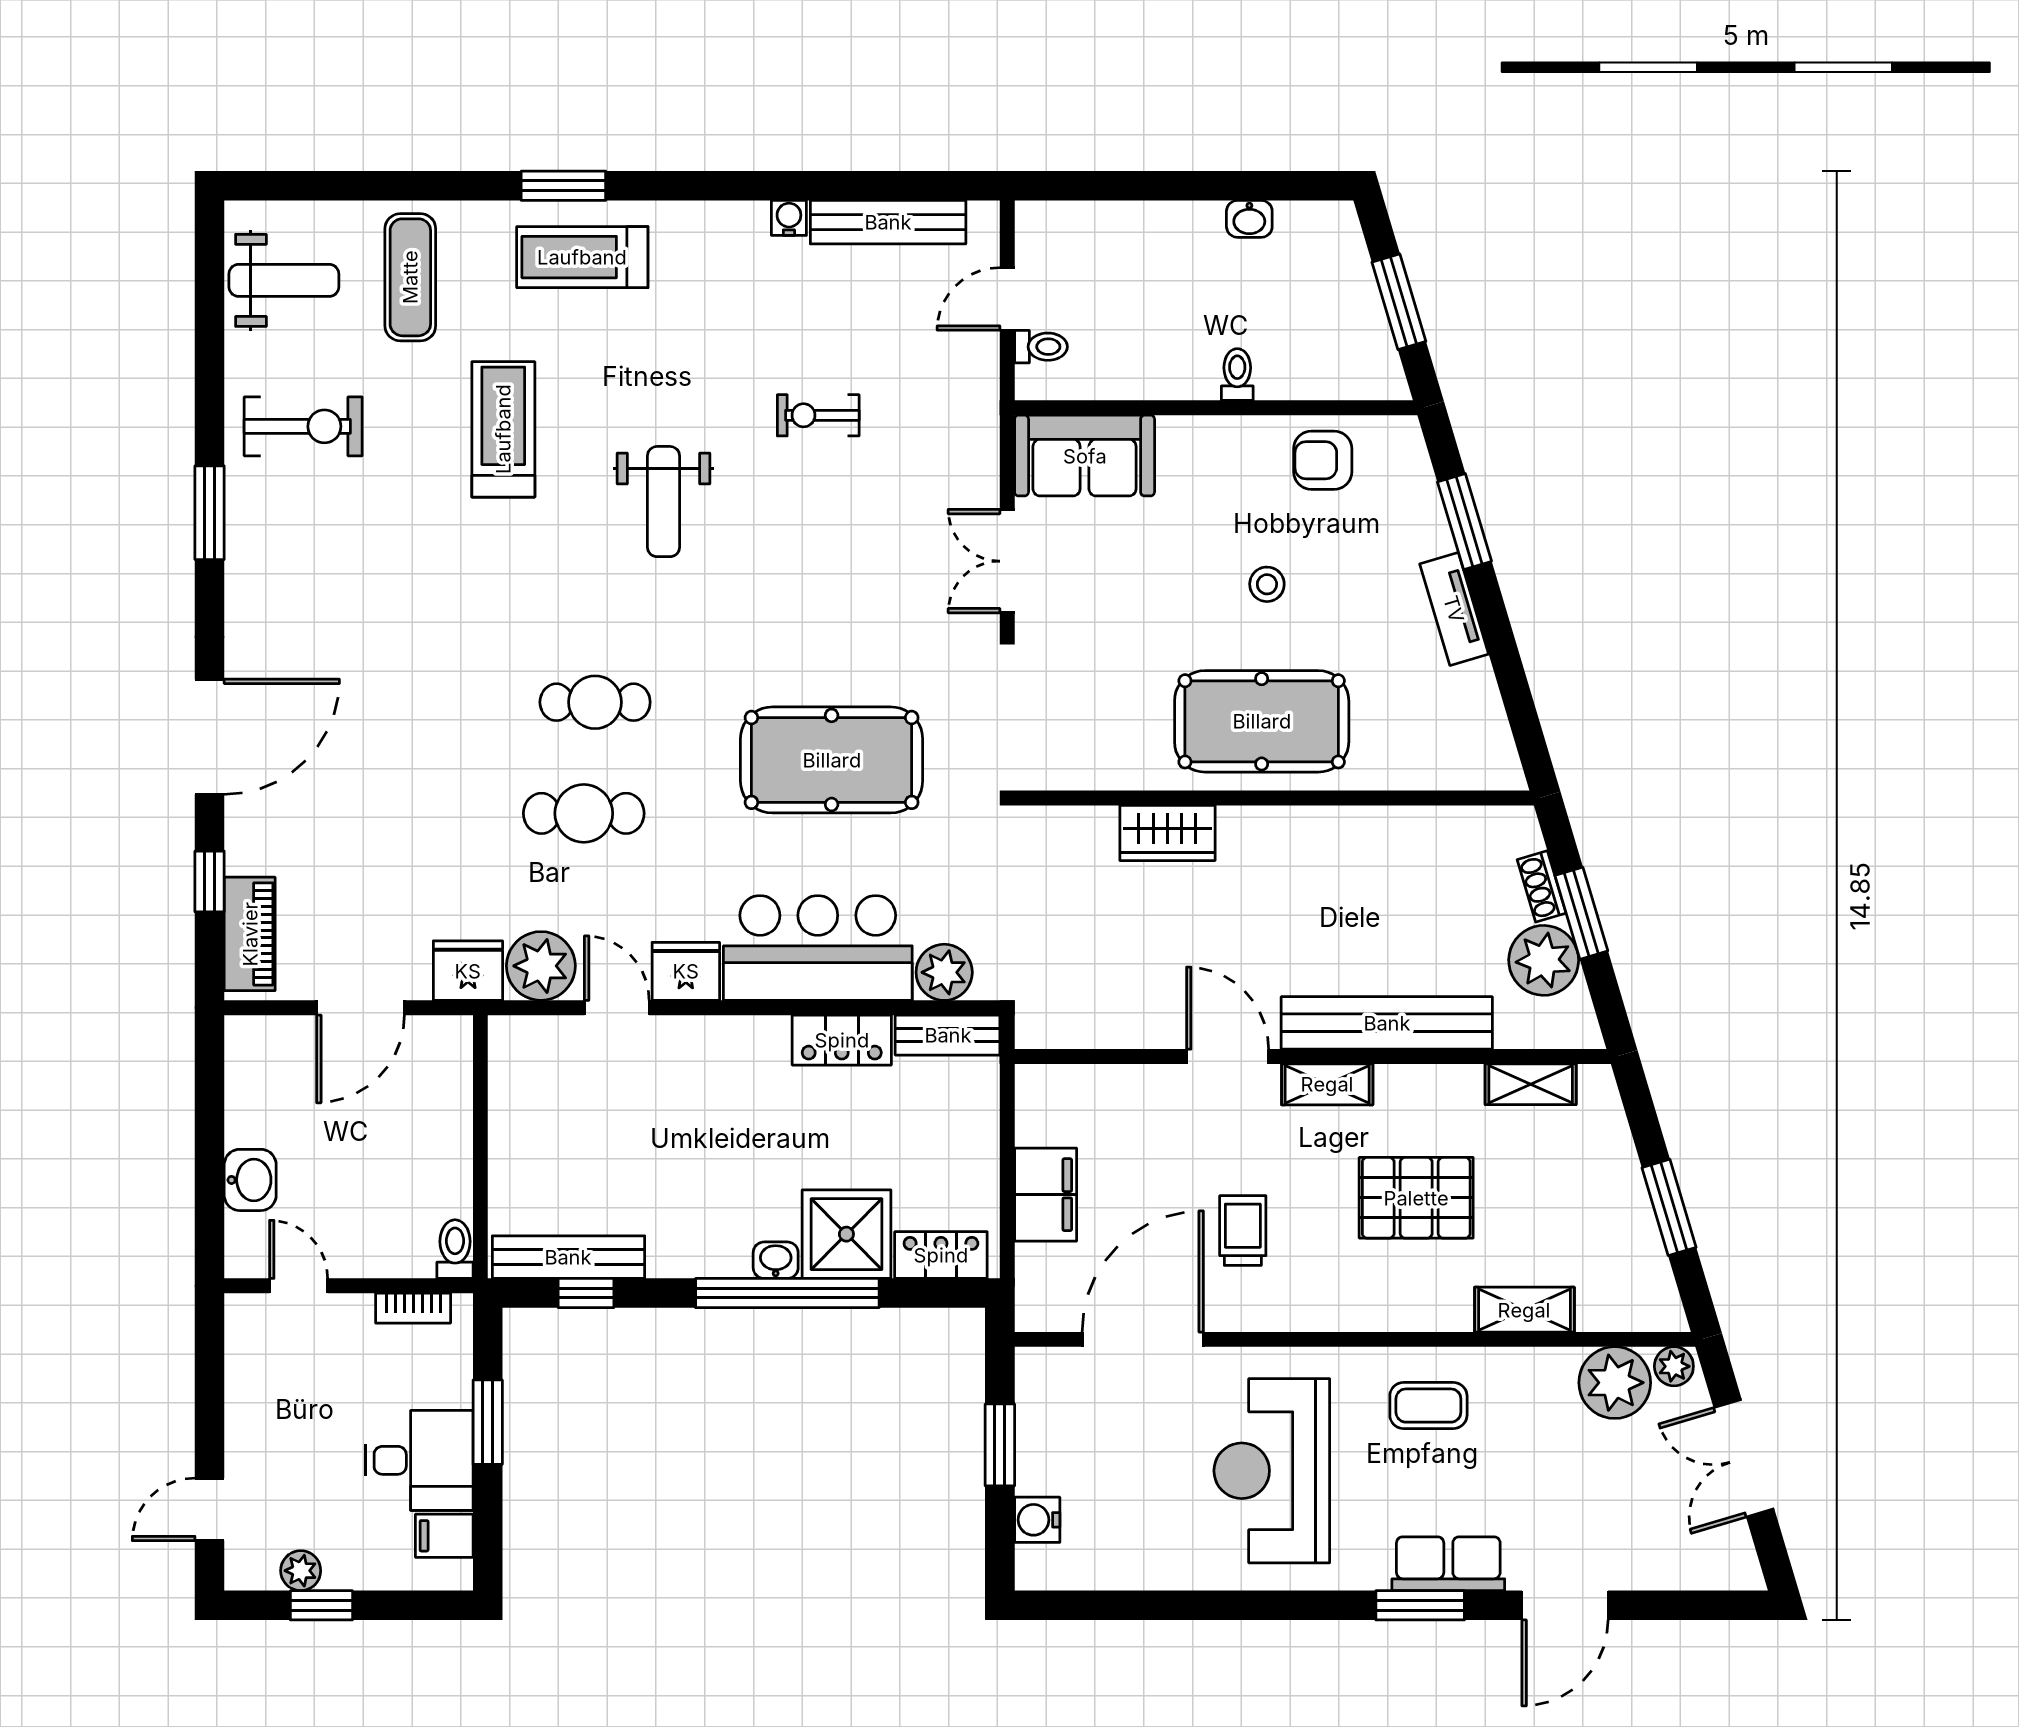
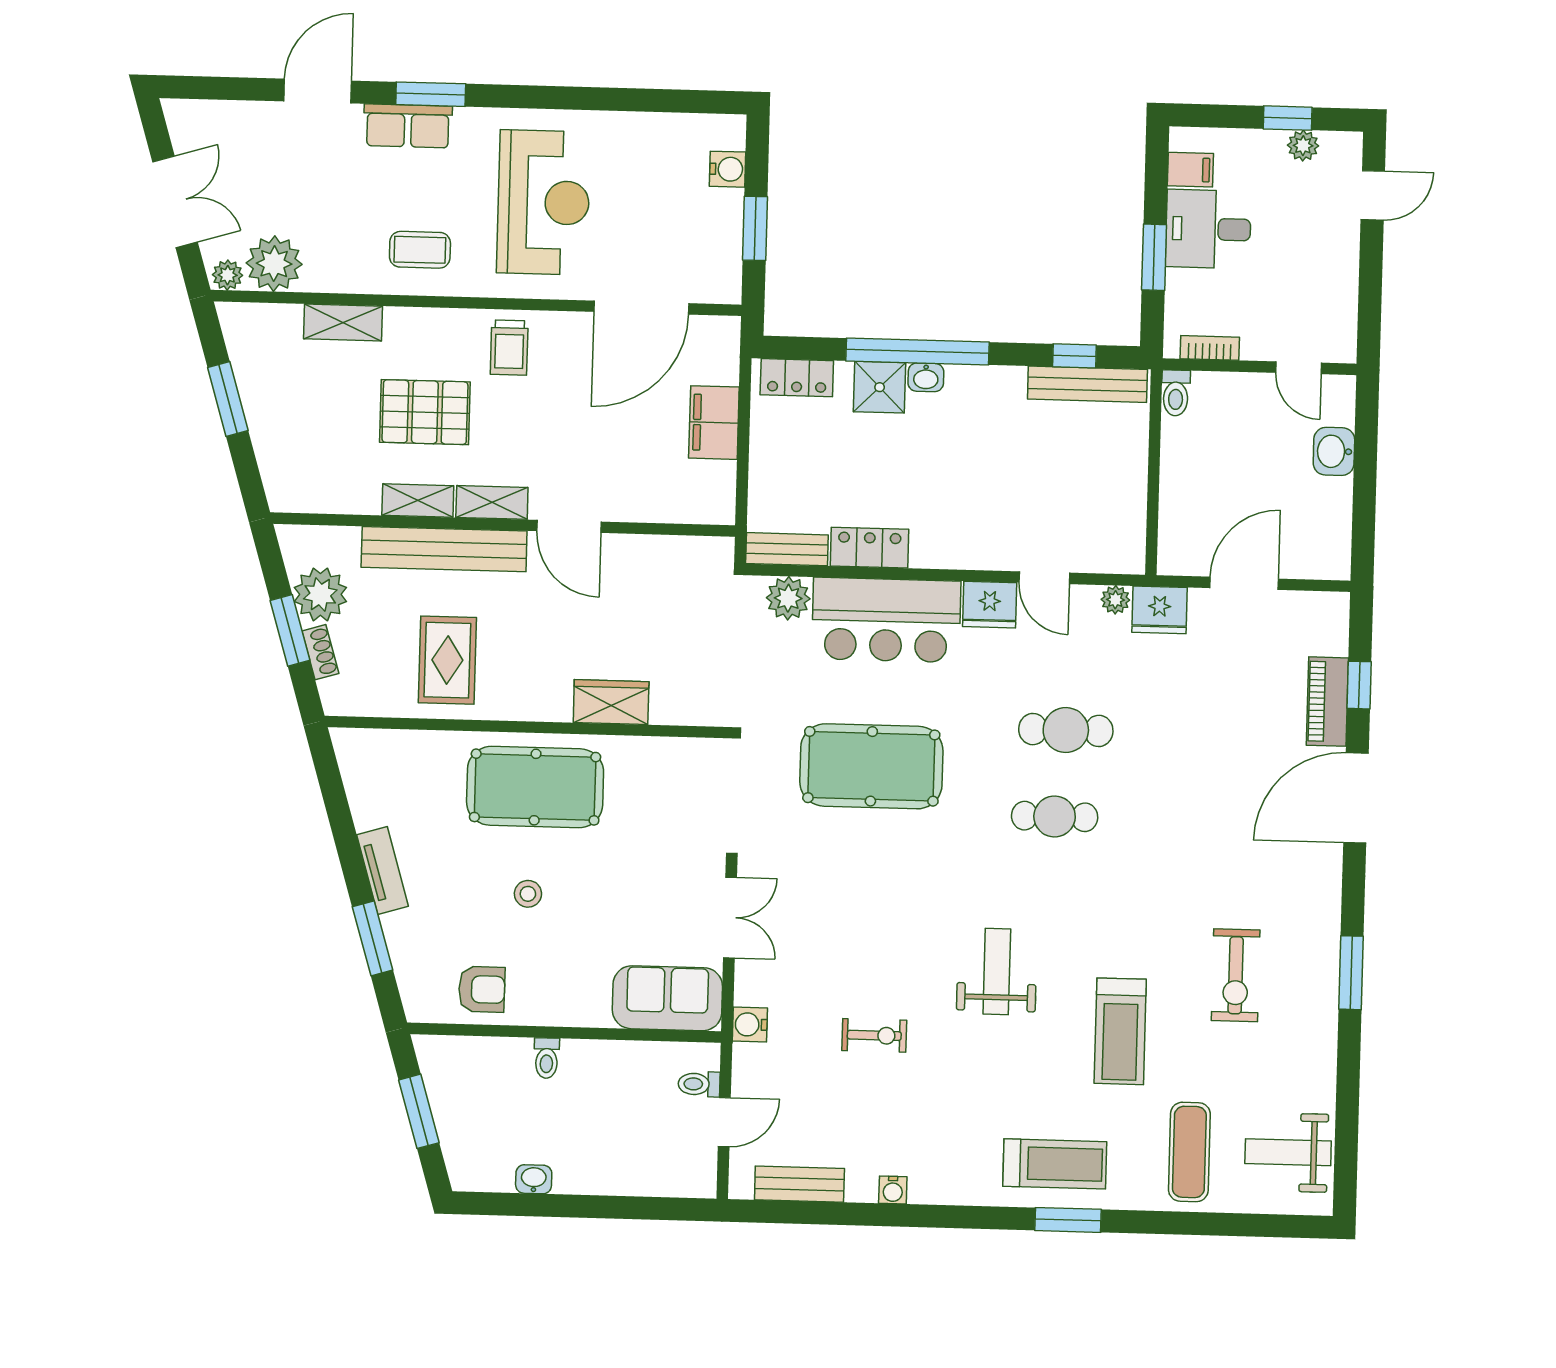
bench: (888, 222) -> (799, 1184), width x0.73
water cooler: (978, 425) -> (750, 1024), added
exercise bike: (303, 426) -> (1236, 975), moved, turned -90
rug: (1379, 881) -> (447, 660), added
piano: (250, 934) -> (1327, 702), moved
plant: (541, 966) -> (1115, 600), width x0.53, depth x0.53
shelving: (1531, 1084) -> (418, 500), moved
trolley: (1243, 1231) -> (509, 348), moved
shower: (846, 1234) -> (880, 387), width x0.73, depth x0.73

